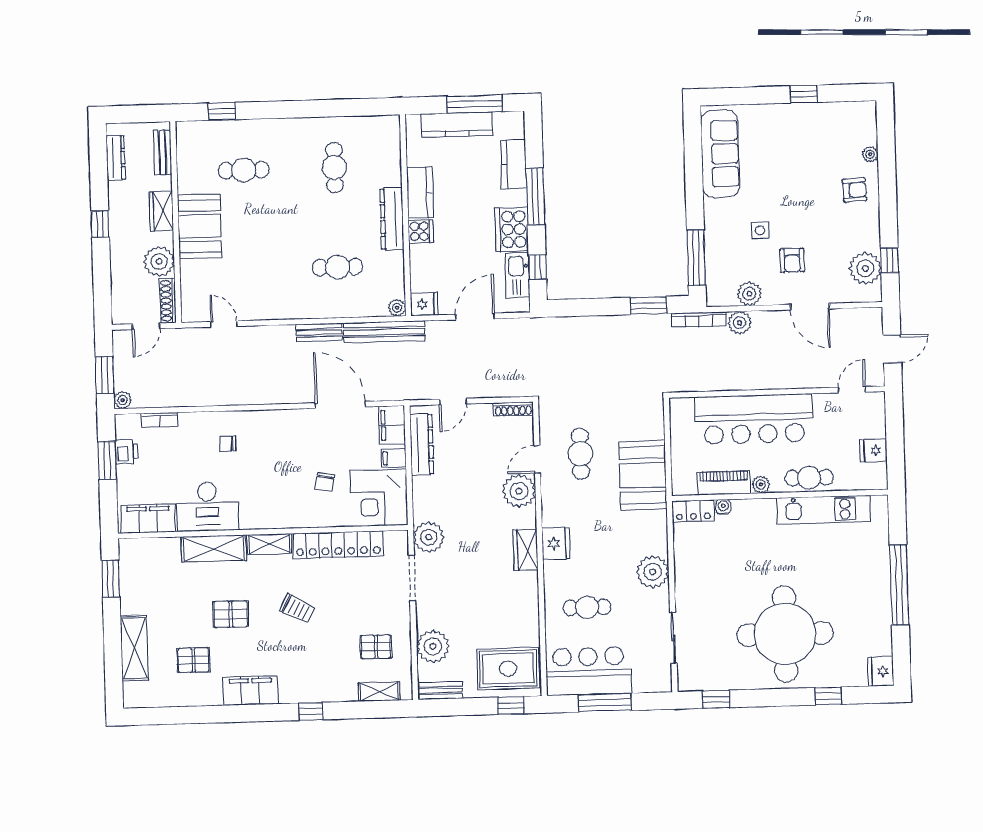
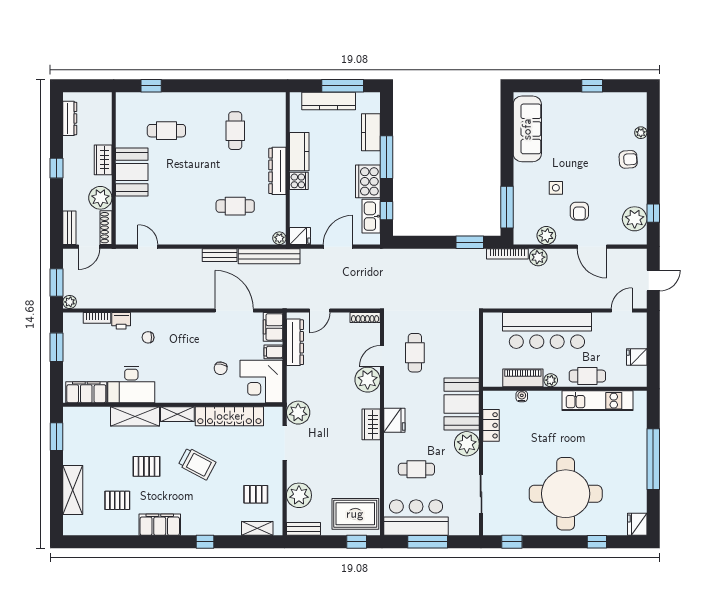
bench: (163, 152) -> (69, 228), moved
printer: (126, 452) -> (121, 321), moved, turned 90
booth: (643, 475) -> (462, 404), moved
locker: (693, 511) -> (491, 425), moved, turned -90
trolley: (297, 609) -> (197, 464), width x1.36, depth x1.39

